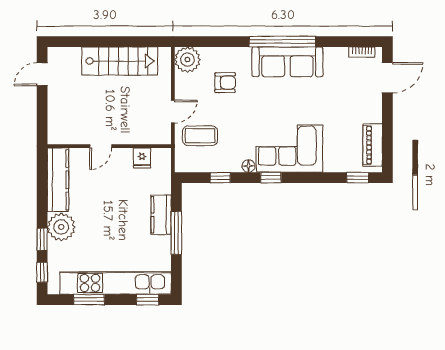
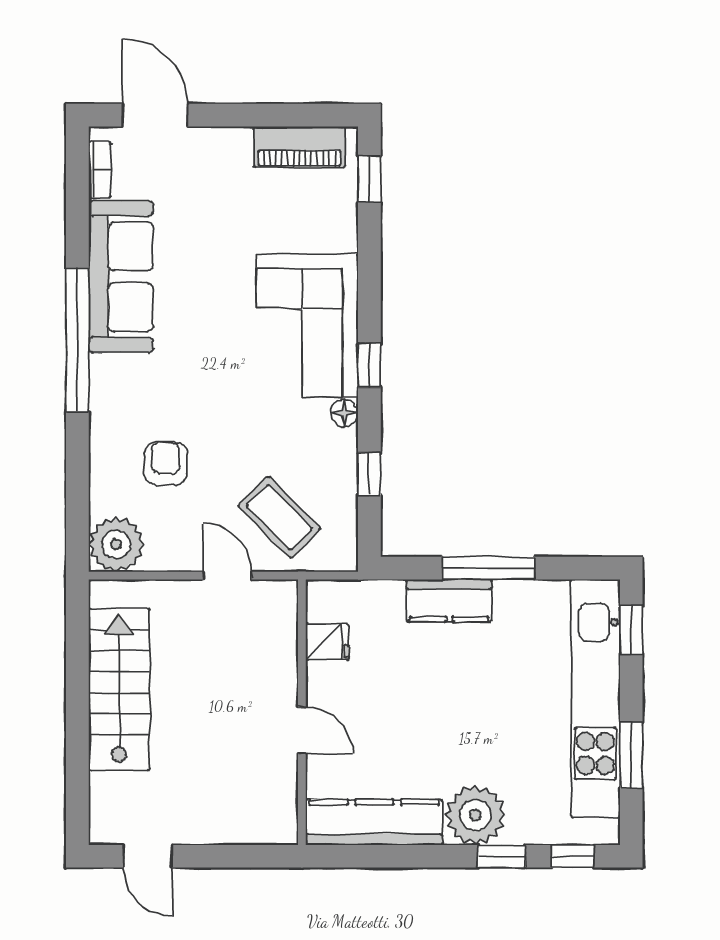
sofa: (287, 62) -> (121, 277), moved
coffee table: (200, 136) -> (279, 517), turned -45

